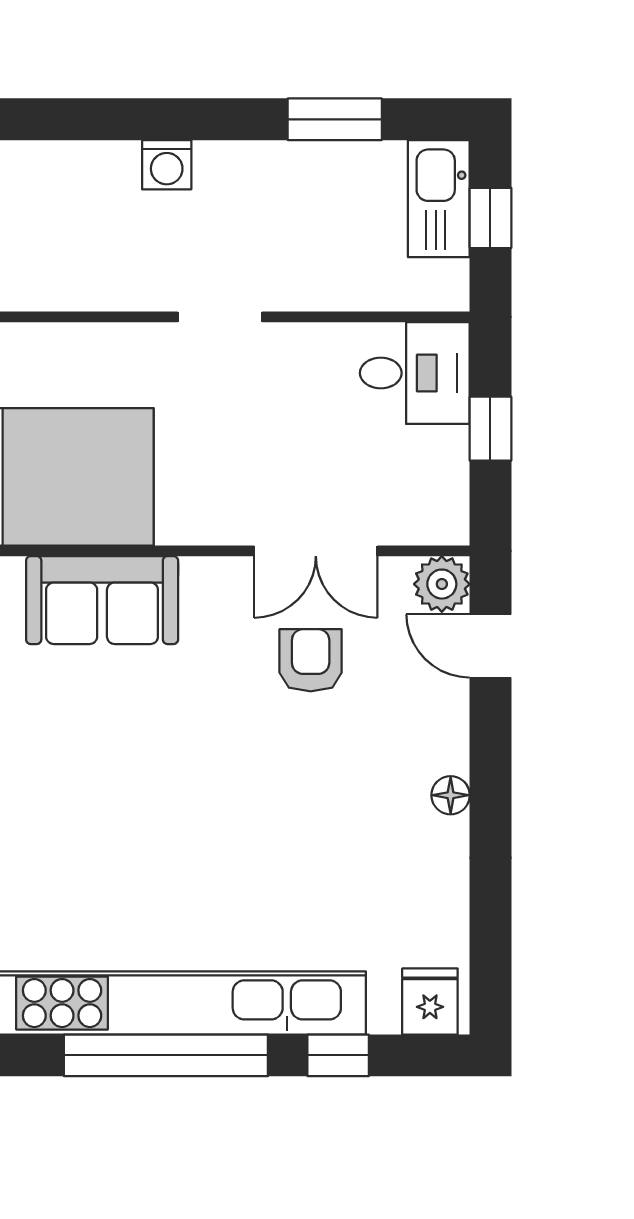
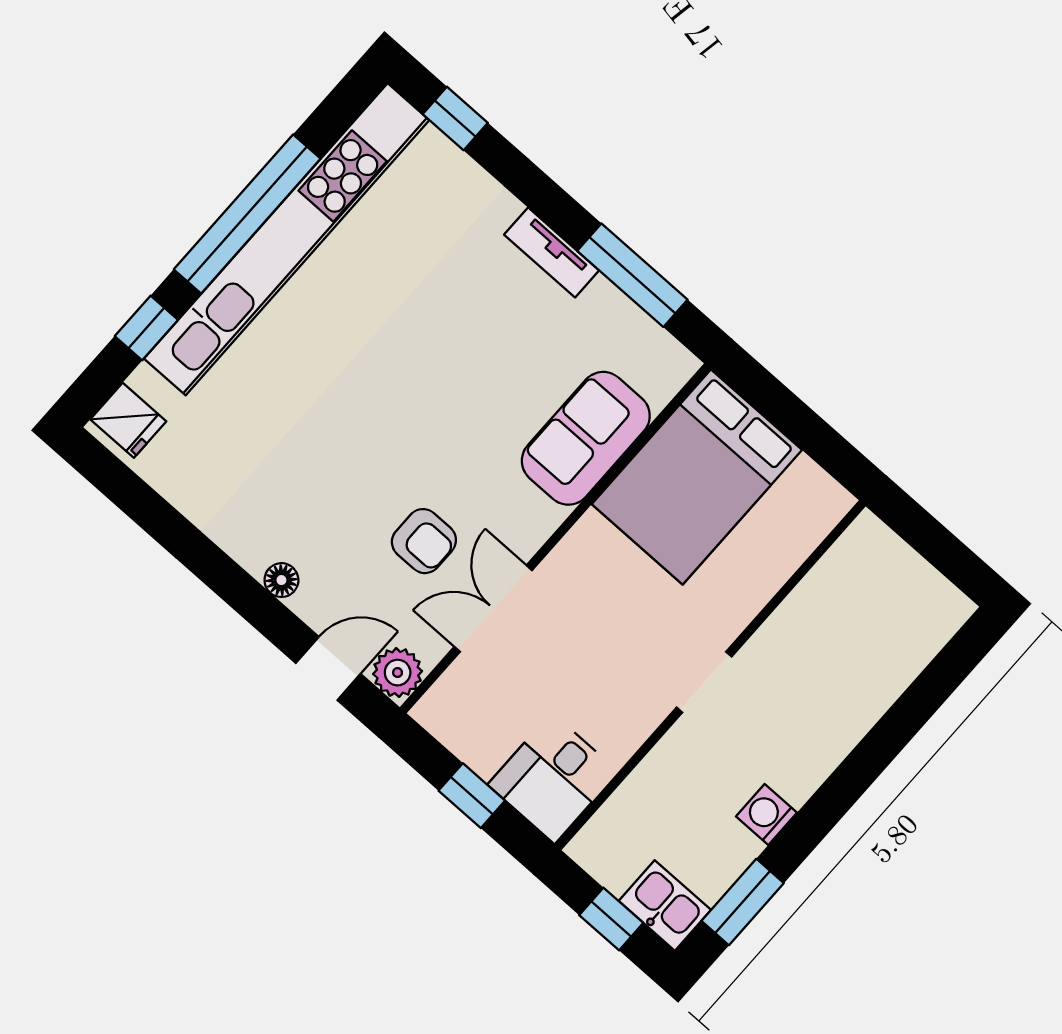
window: (335, 119) -> (743, 902), moved
washing machine: (167, 165) -> (766, 815), moved
kitchen sink: (439, 199) -> (665, 905), width x0.73
floor lamp: (451, 795) -> (281, 580), moved

